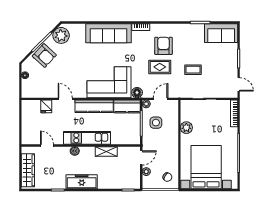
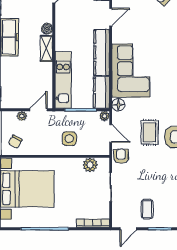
coffee table: (193, 70) -> (147, 209), moved
armchair: (179, 90) -> (121, 156), added
side table: (156, 123) -> (69, 139), moved
plant: (186, 128) -> (90, 165), moved
kitchen unit: (87, 138) -> (63, 80), moved
shelving: (106, 151) -> (46, 48), moved
door: (141, 158) -> (39, 110), swing flipped

